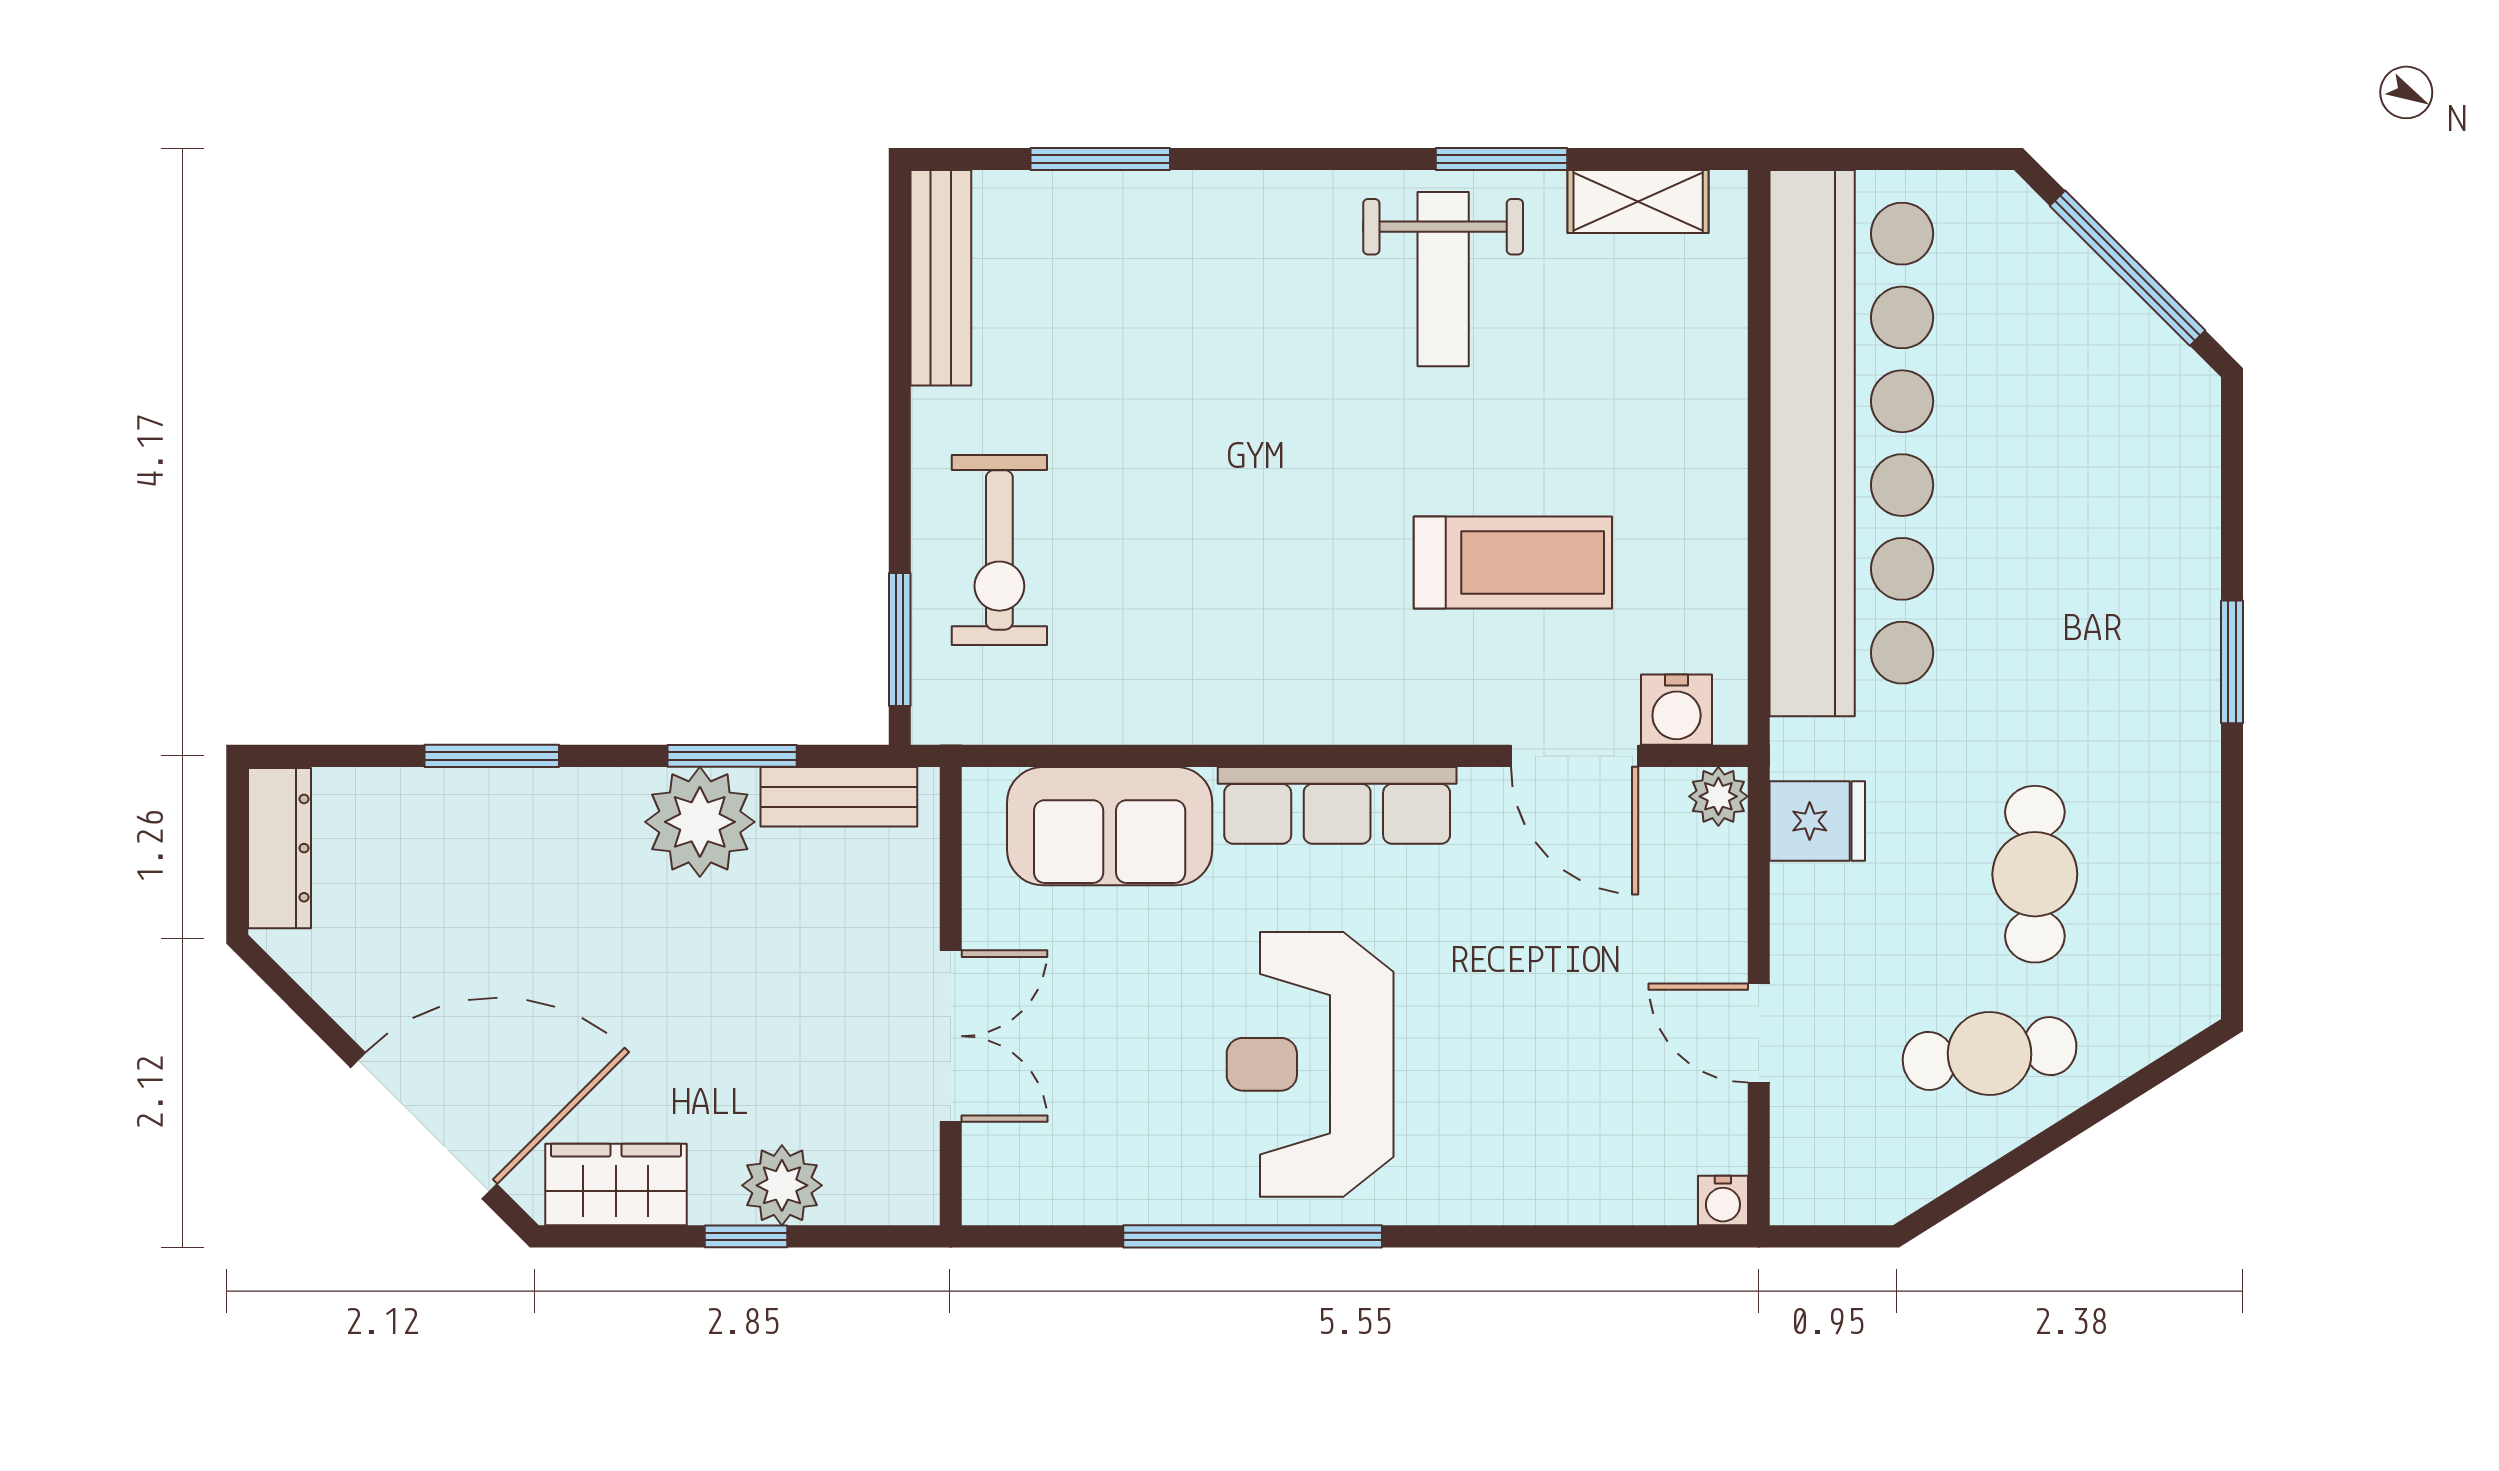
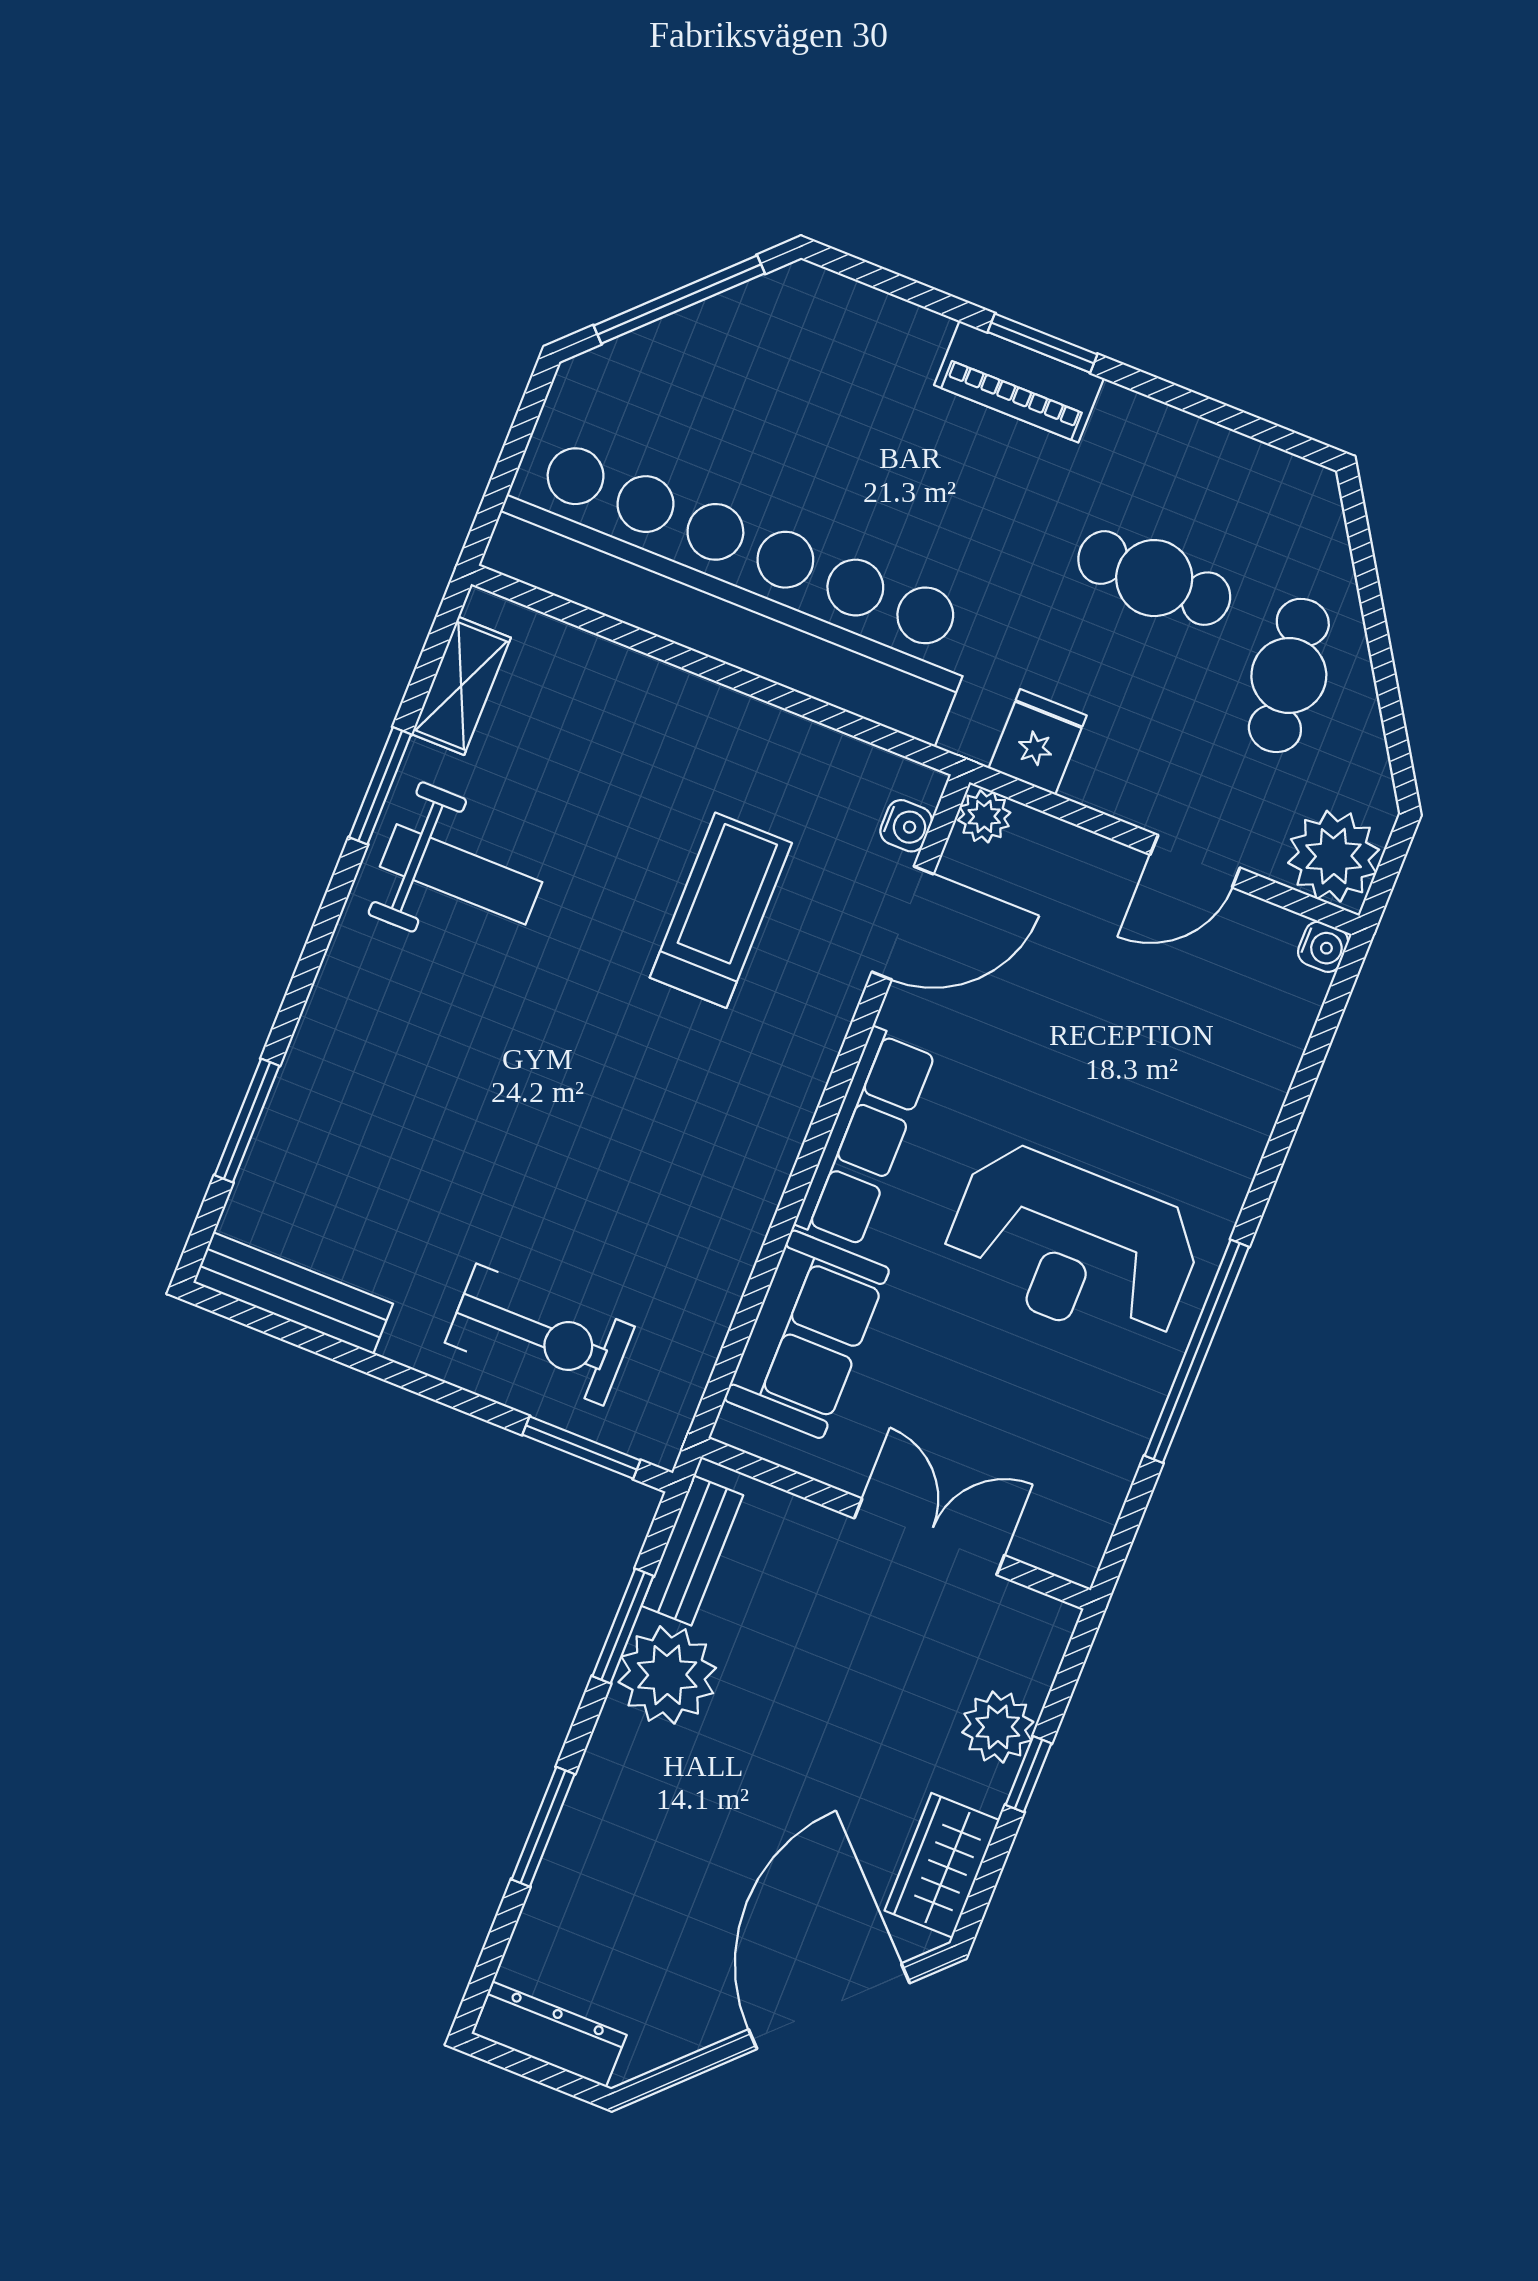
piano: (2182, 653) -> (1019, 382), added
water cooler: (1677, 710) -> (906, 826), width x0.72, depth x0.72
plant: (1821, 1174) -> (1334, 856), added

